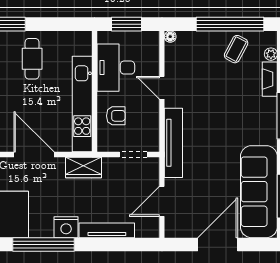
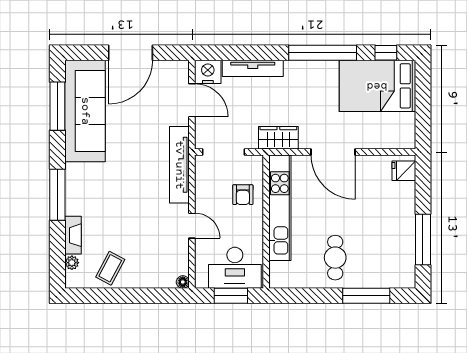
window: (230, 24) -> (117, 296), removed
desk: (116, 68) -> (235, 268), moved, turned 90
armchair: (116, 116) -> (243, 195), turned -90
doorway: (133, 154) -> (224, 152), width x1.38
door: (162, 201) -> (192, 100), hinge flipped
nightstand: (66, 227) -> (208, 72), moved

